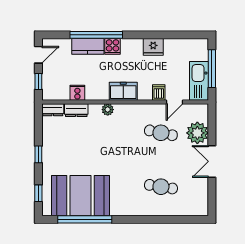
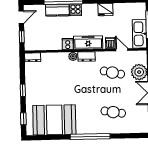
freezer: (123, 91) -> (88, 43), width x1.40
cooker: (77, 93) -> (68, 44), moved
door: (174, 102) -> (122, 50), swing flipped
dresser: (76, 110) -> (87, 56), moved
window: (85, 219) -> (90, 137), moved

